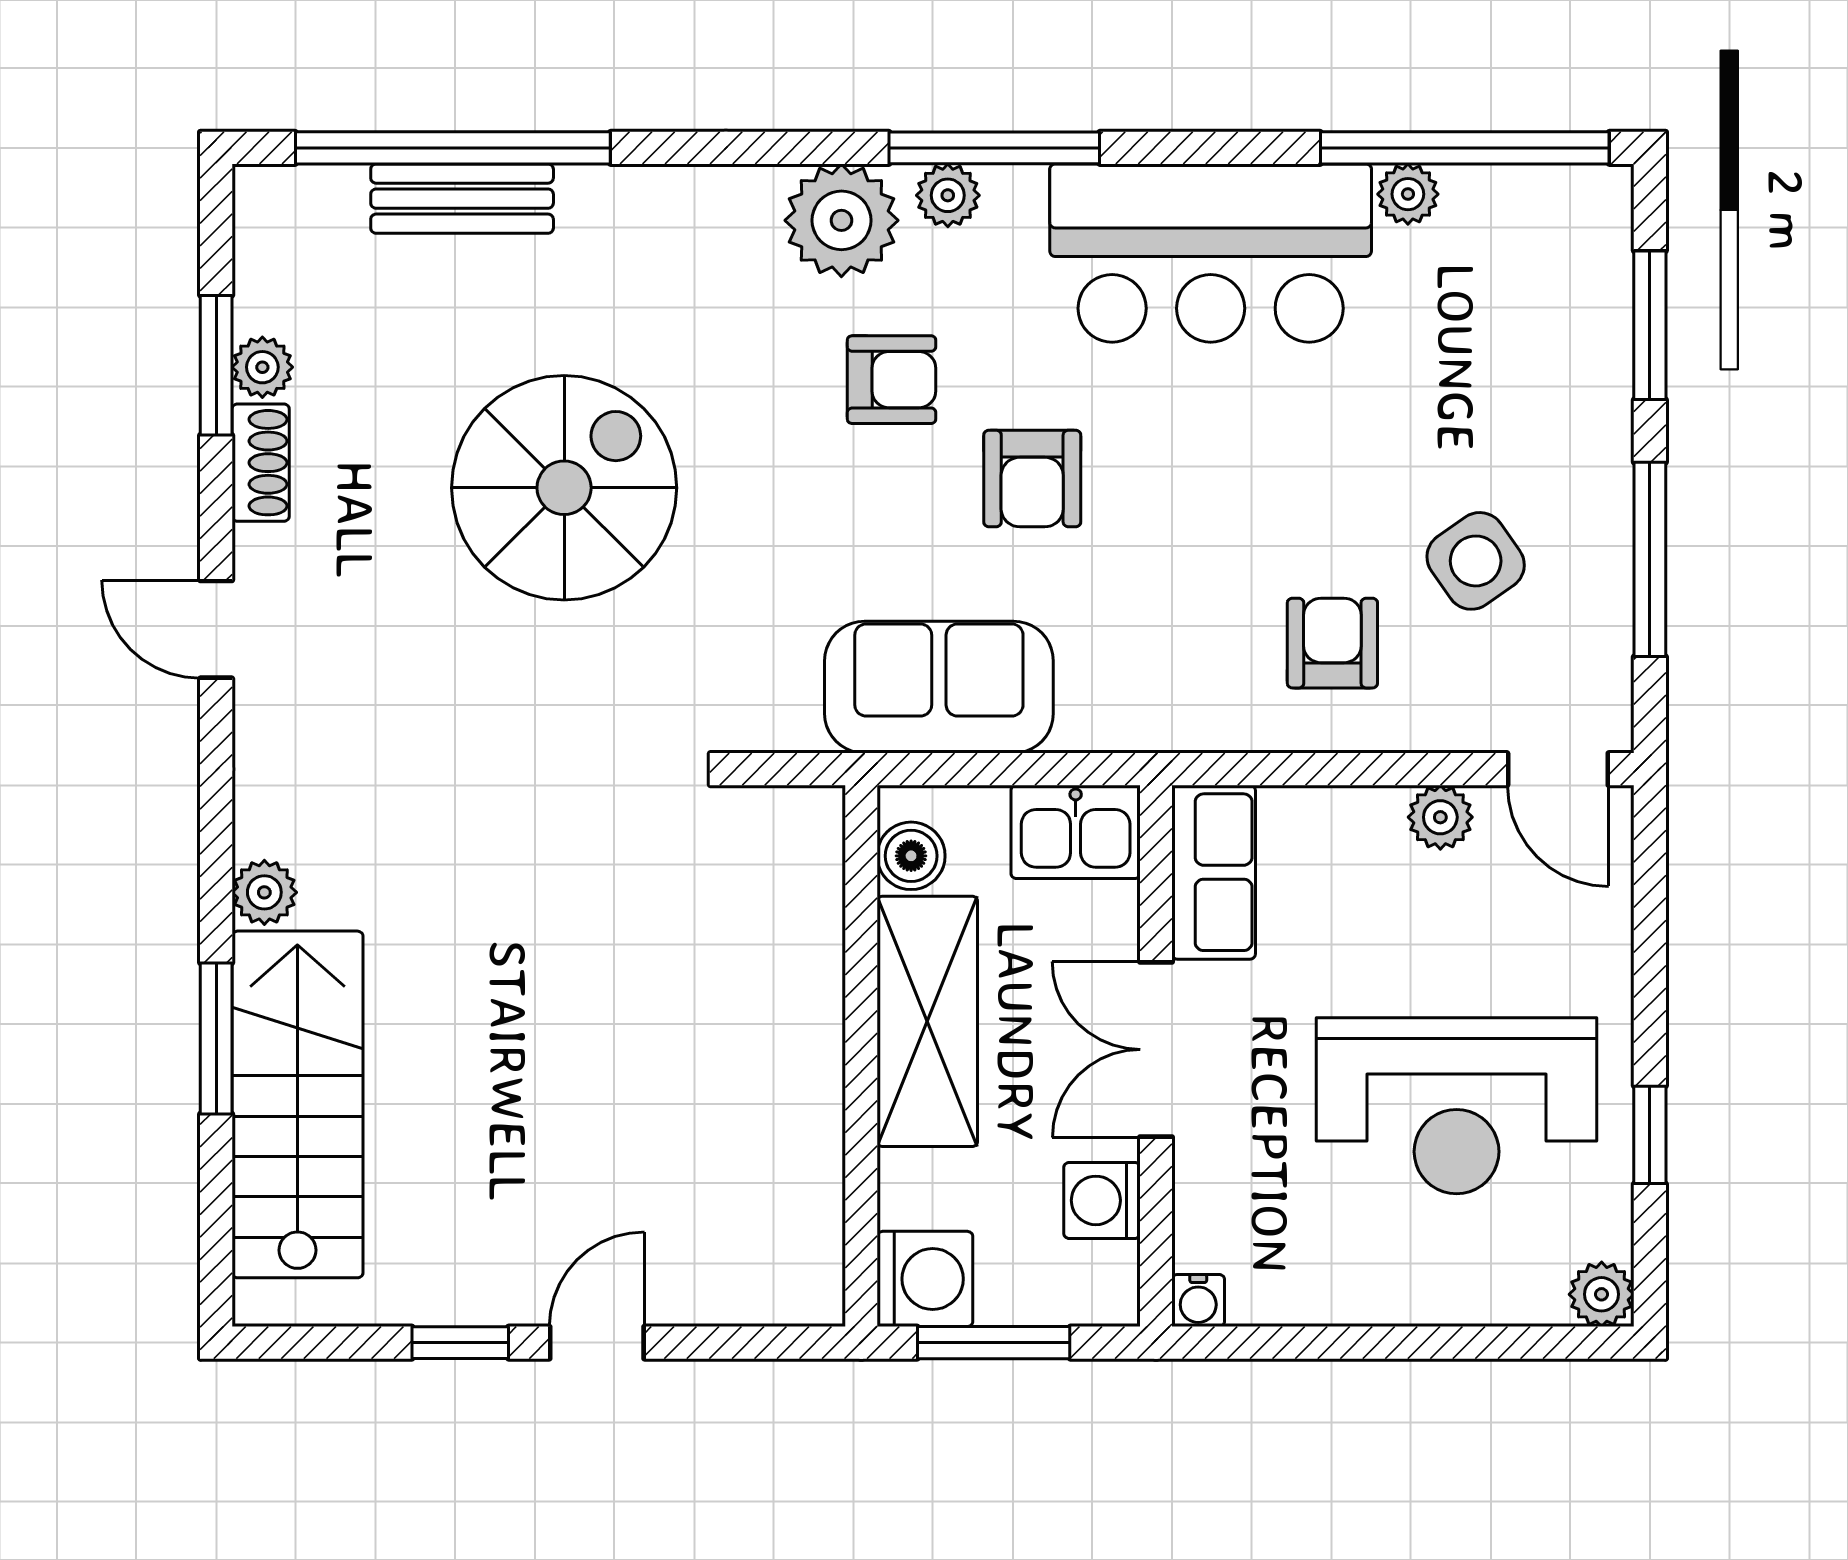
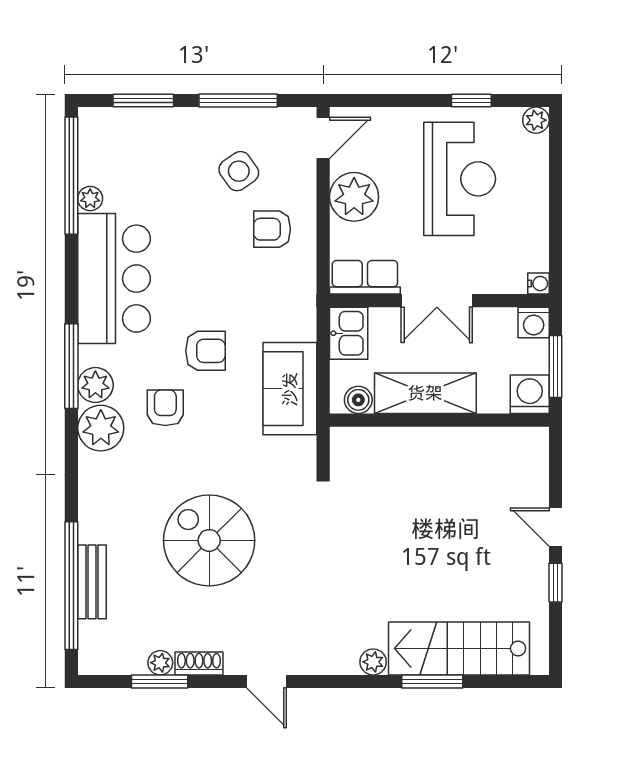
plant: (948, 195) -> (95, 385), width x1.38, depth x1.38
door: (216, 629) -> (267, 681), hinge flipped
plant: (1440, 817) -> (354, 197), width x1.87, depth x1.87
washing machine: (1102, 1200) -> (534, 323), moved

